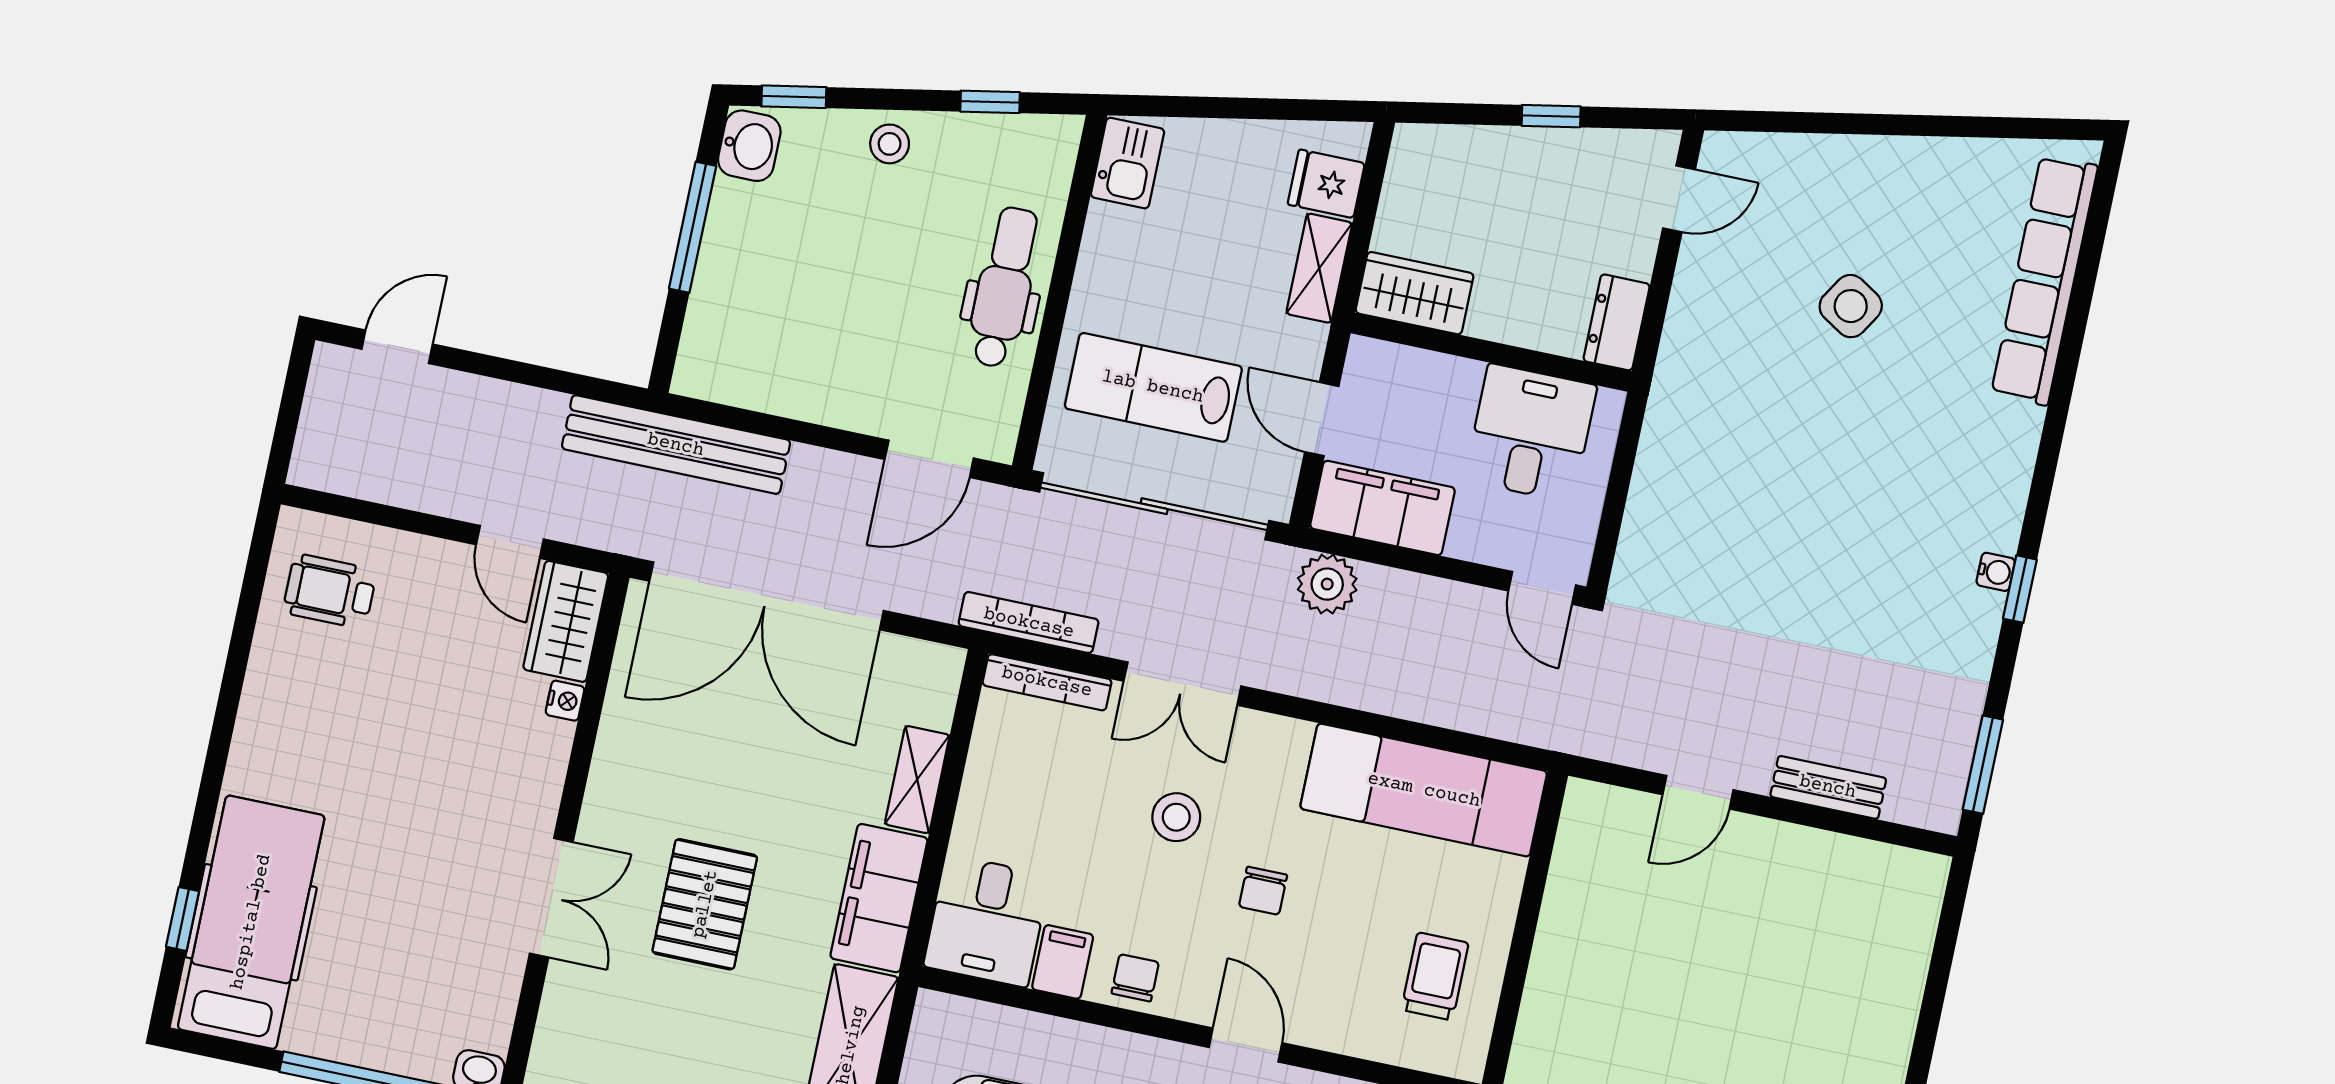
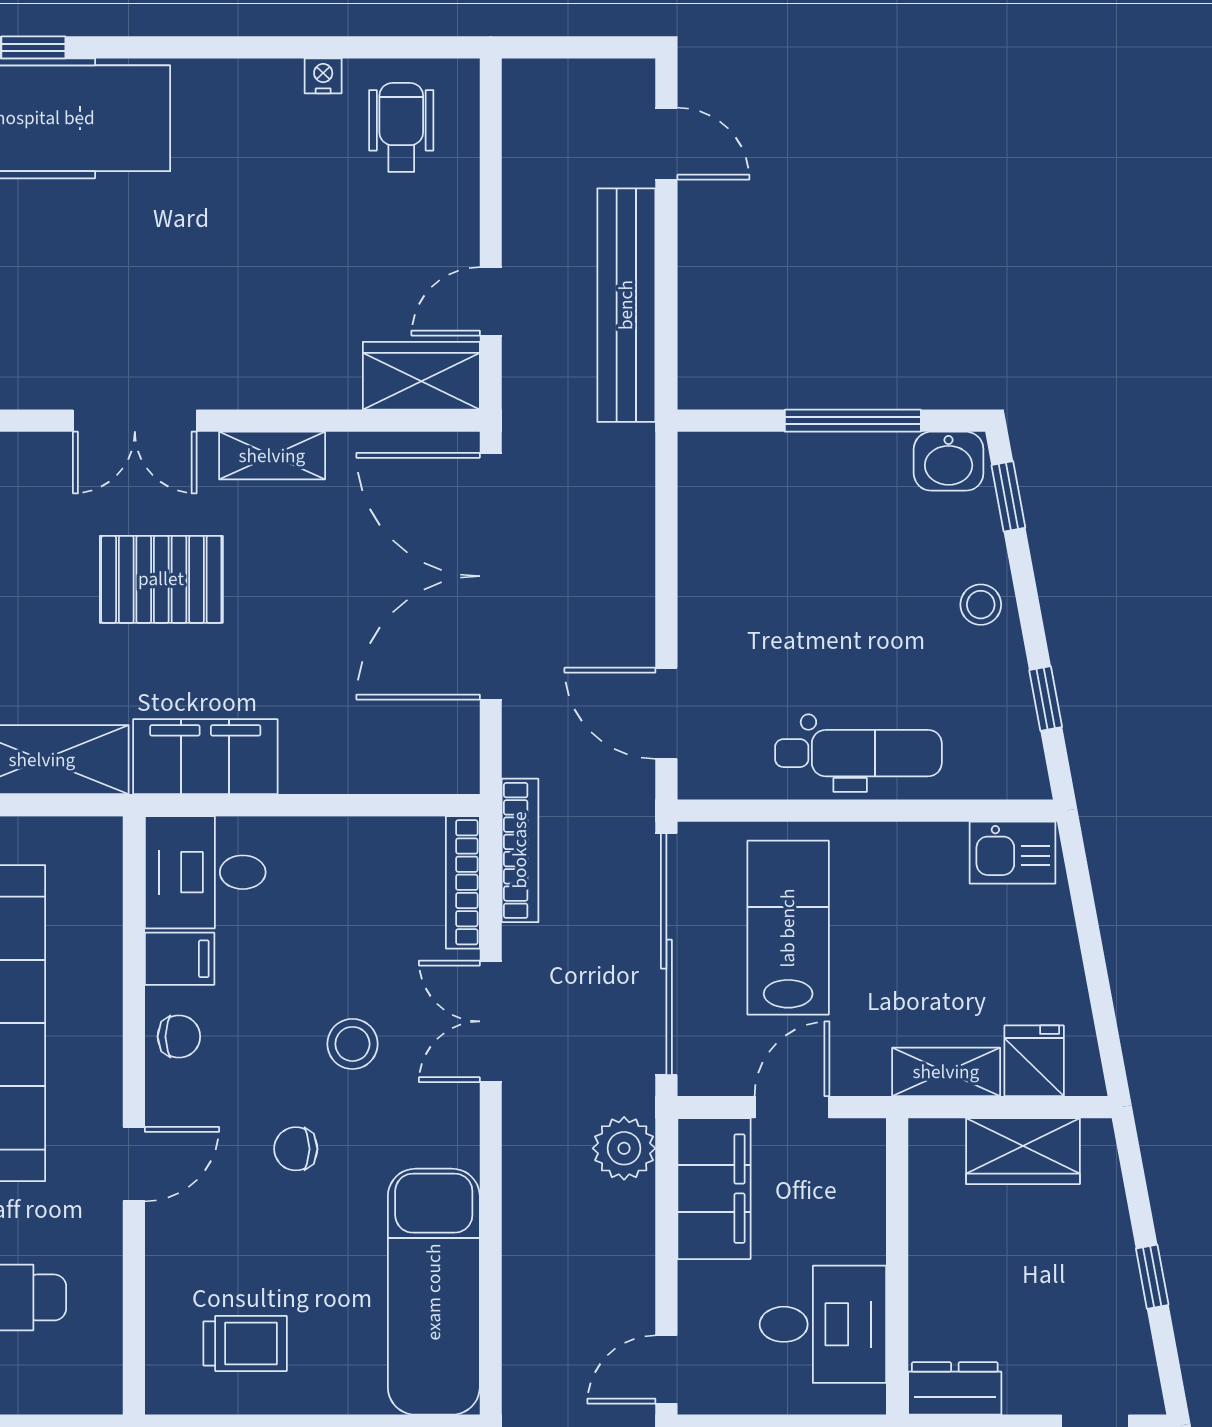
wardrobe: (1415, 293) -> (1023, 1151), moved, turned 90
bench: (676, 445) -> (626, 305), moved
nightstand: (565, 701) -> (323, 76), moved, turned 180
shelving: (917, 780) -> (272, 456), moved

